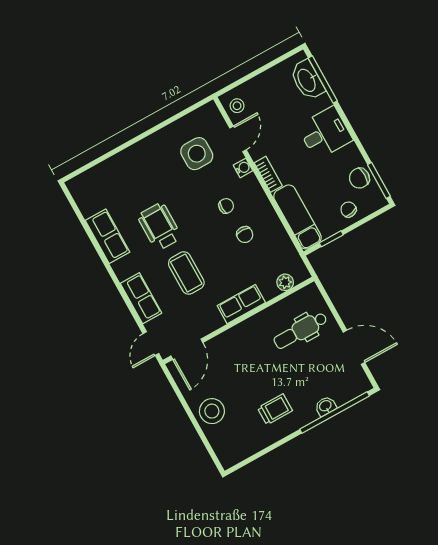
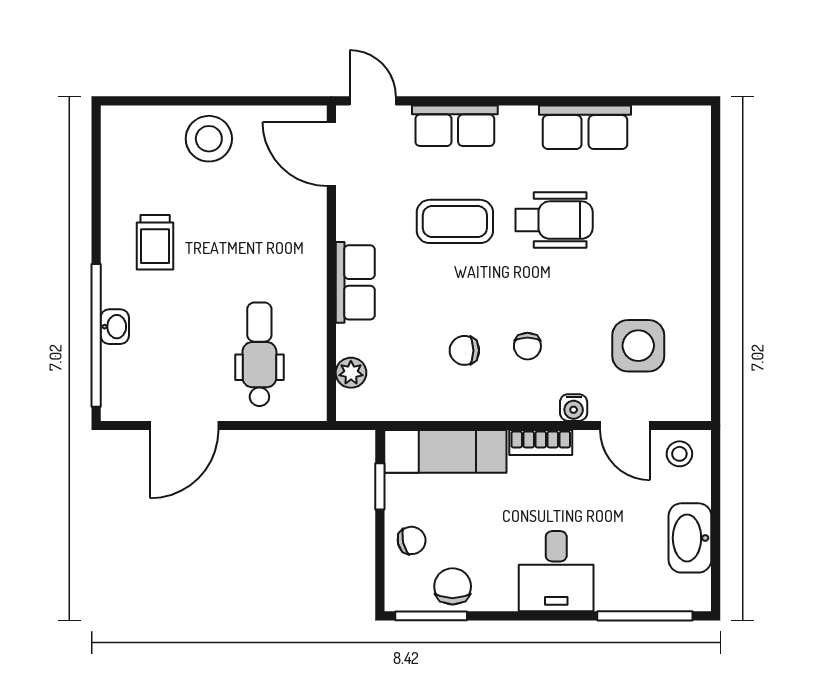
washbasin: (307, 80) -> (690, 538), moved, turned -90

